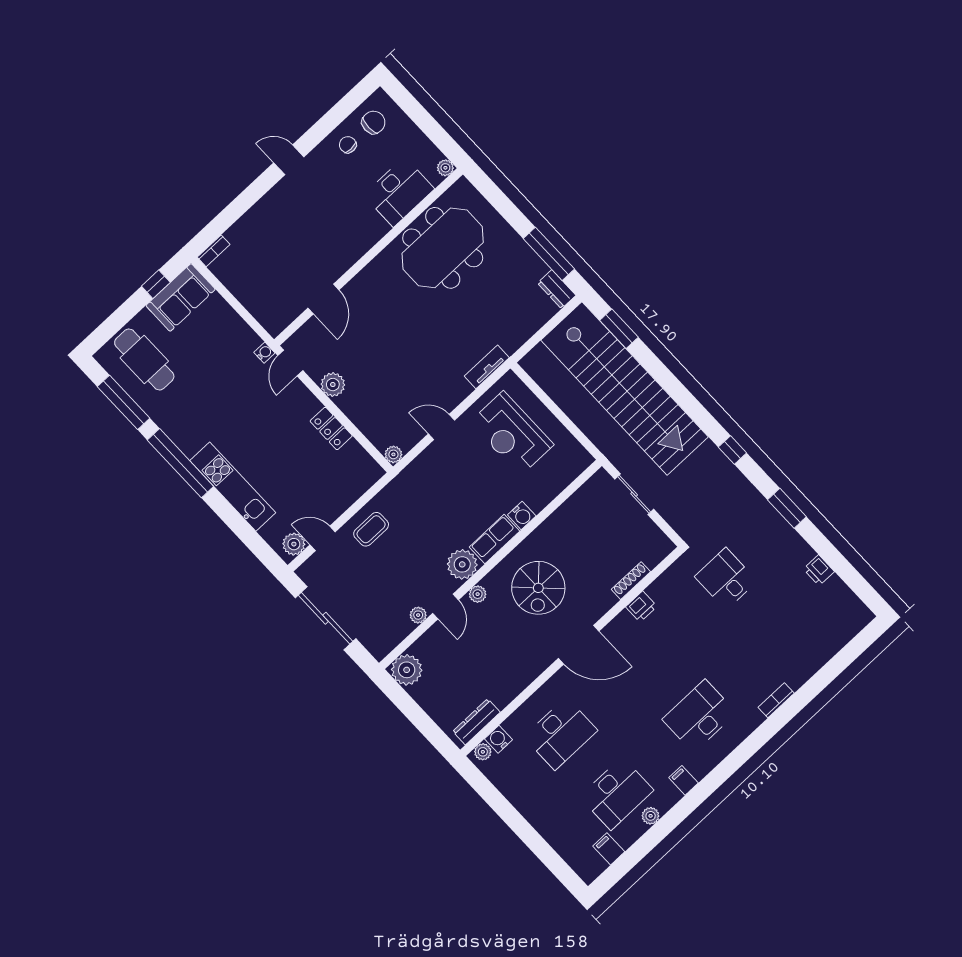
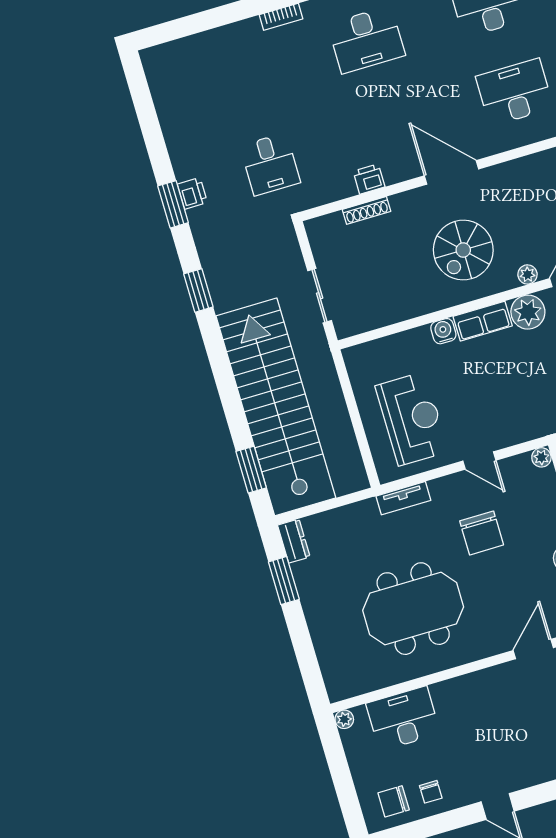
meeting table: (443, 248) -> (413, 609), moved
window: (549, 254) -> (284, 581), width x0.69
chair: (411, 371) -> (482, 533), added
window: (732, 450) -> (198, 290), width x1.50
printer: (819, 570) -> (192, 193), moved
spiral stairs: (538, 588) -> (463, 250), turned 180

